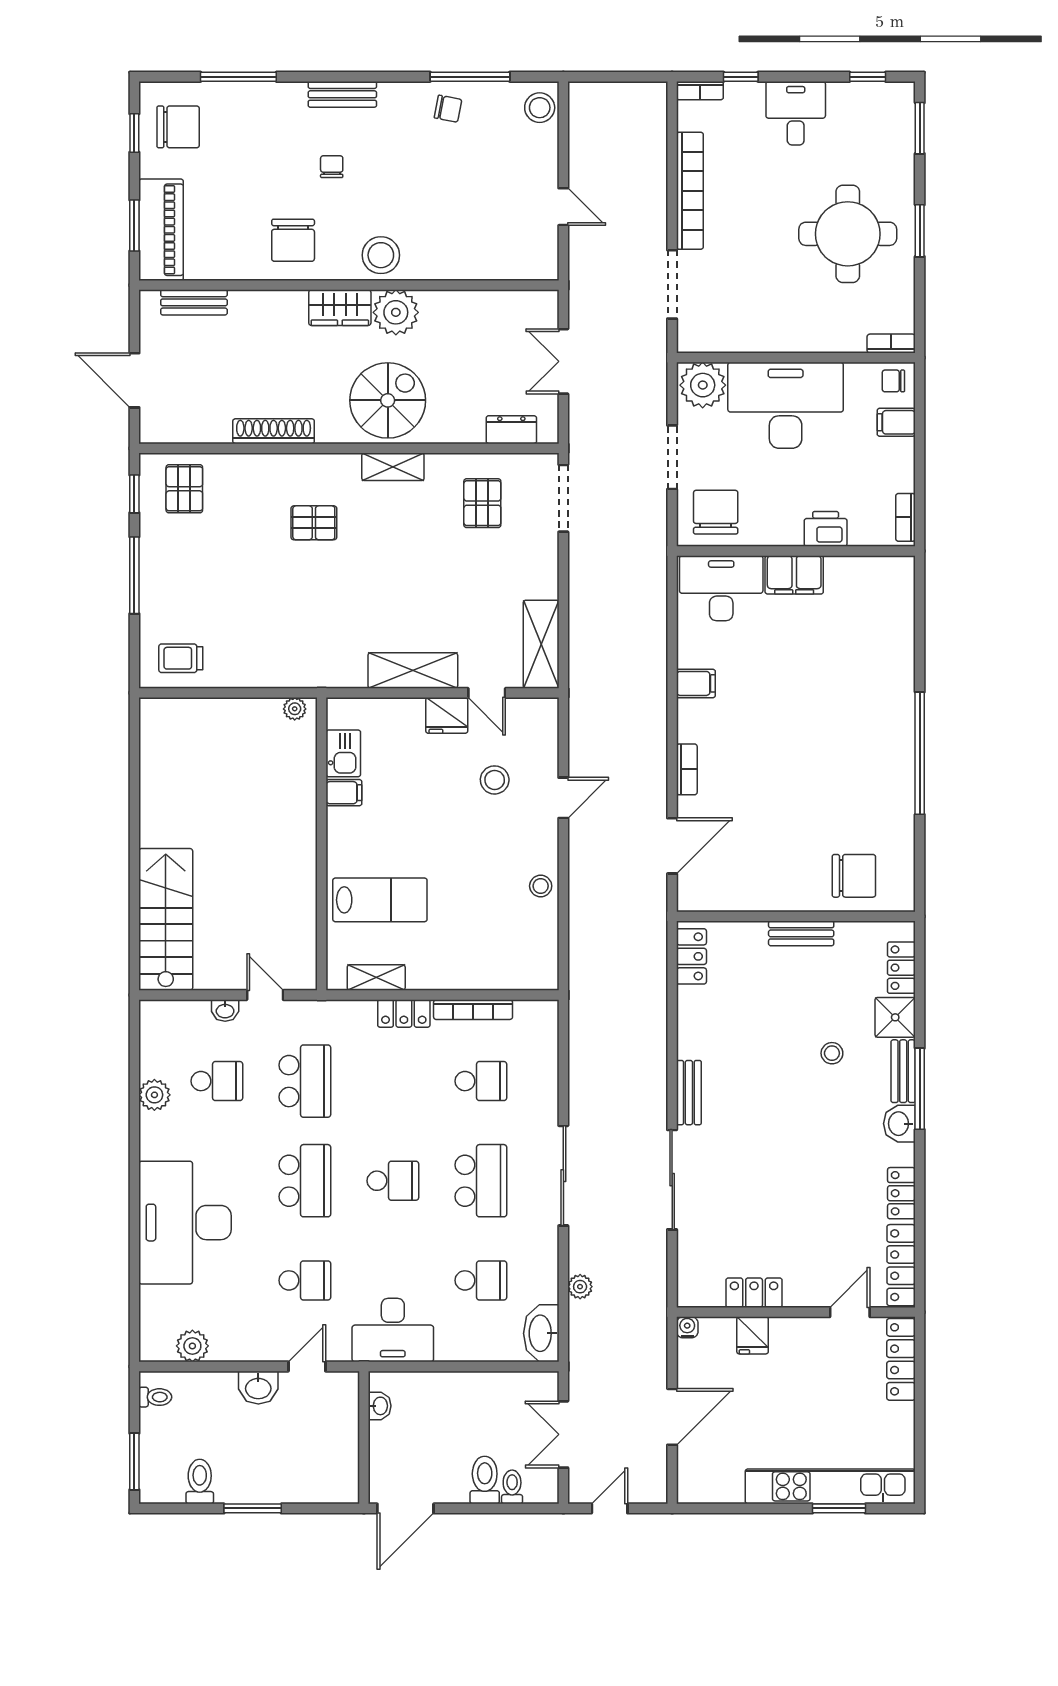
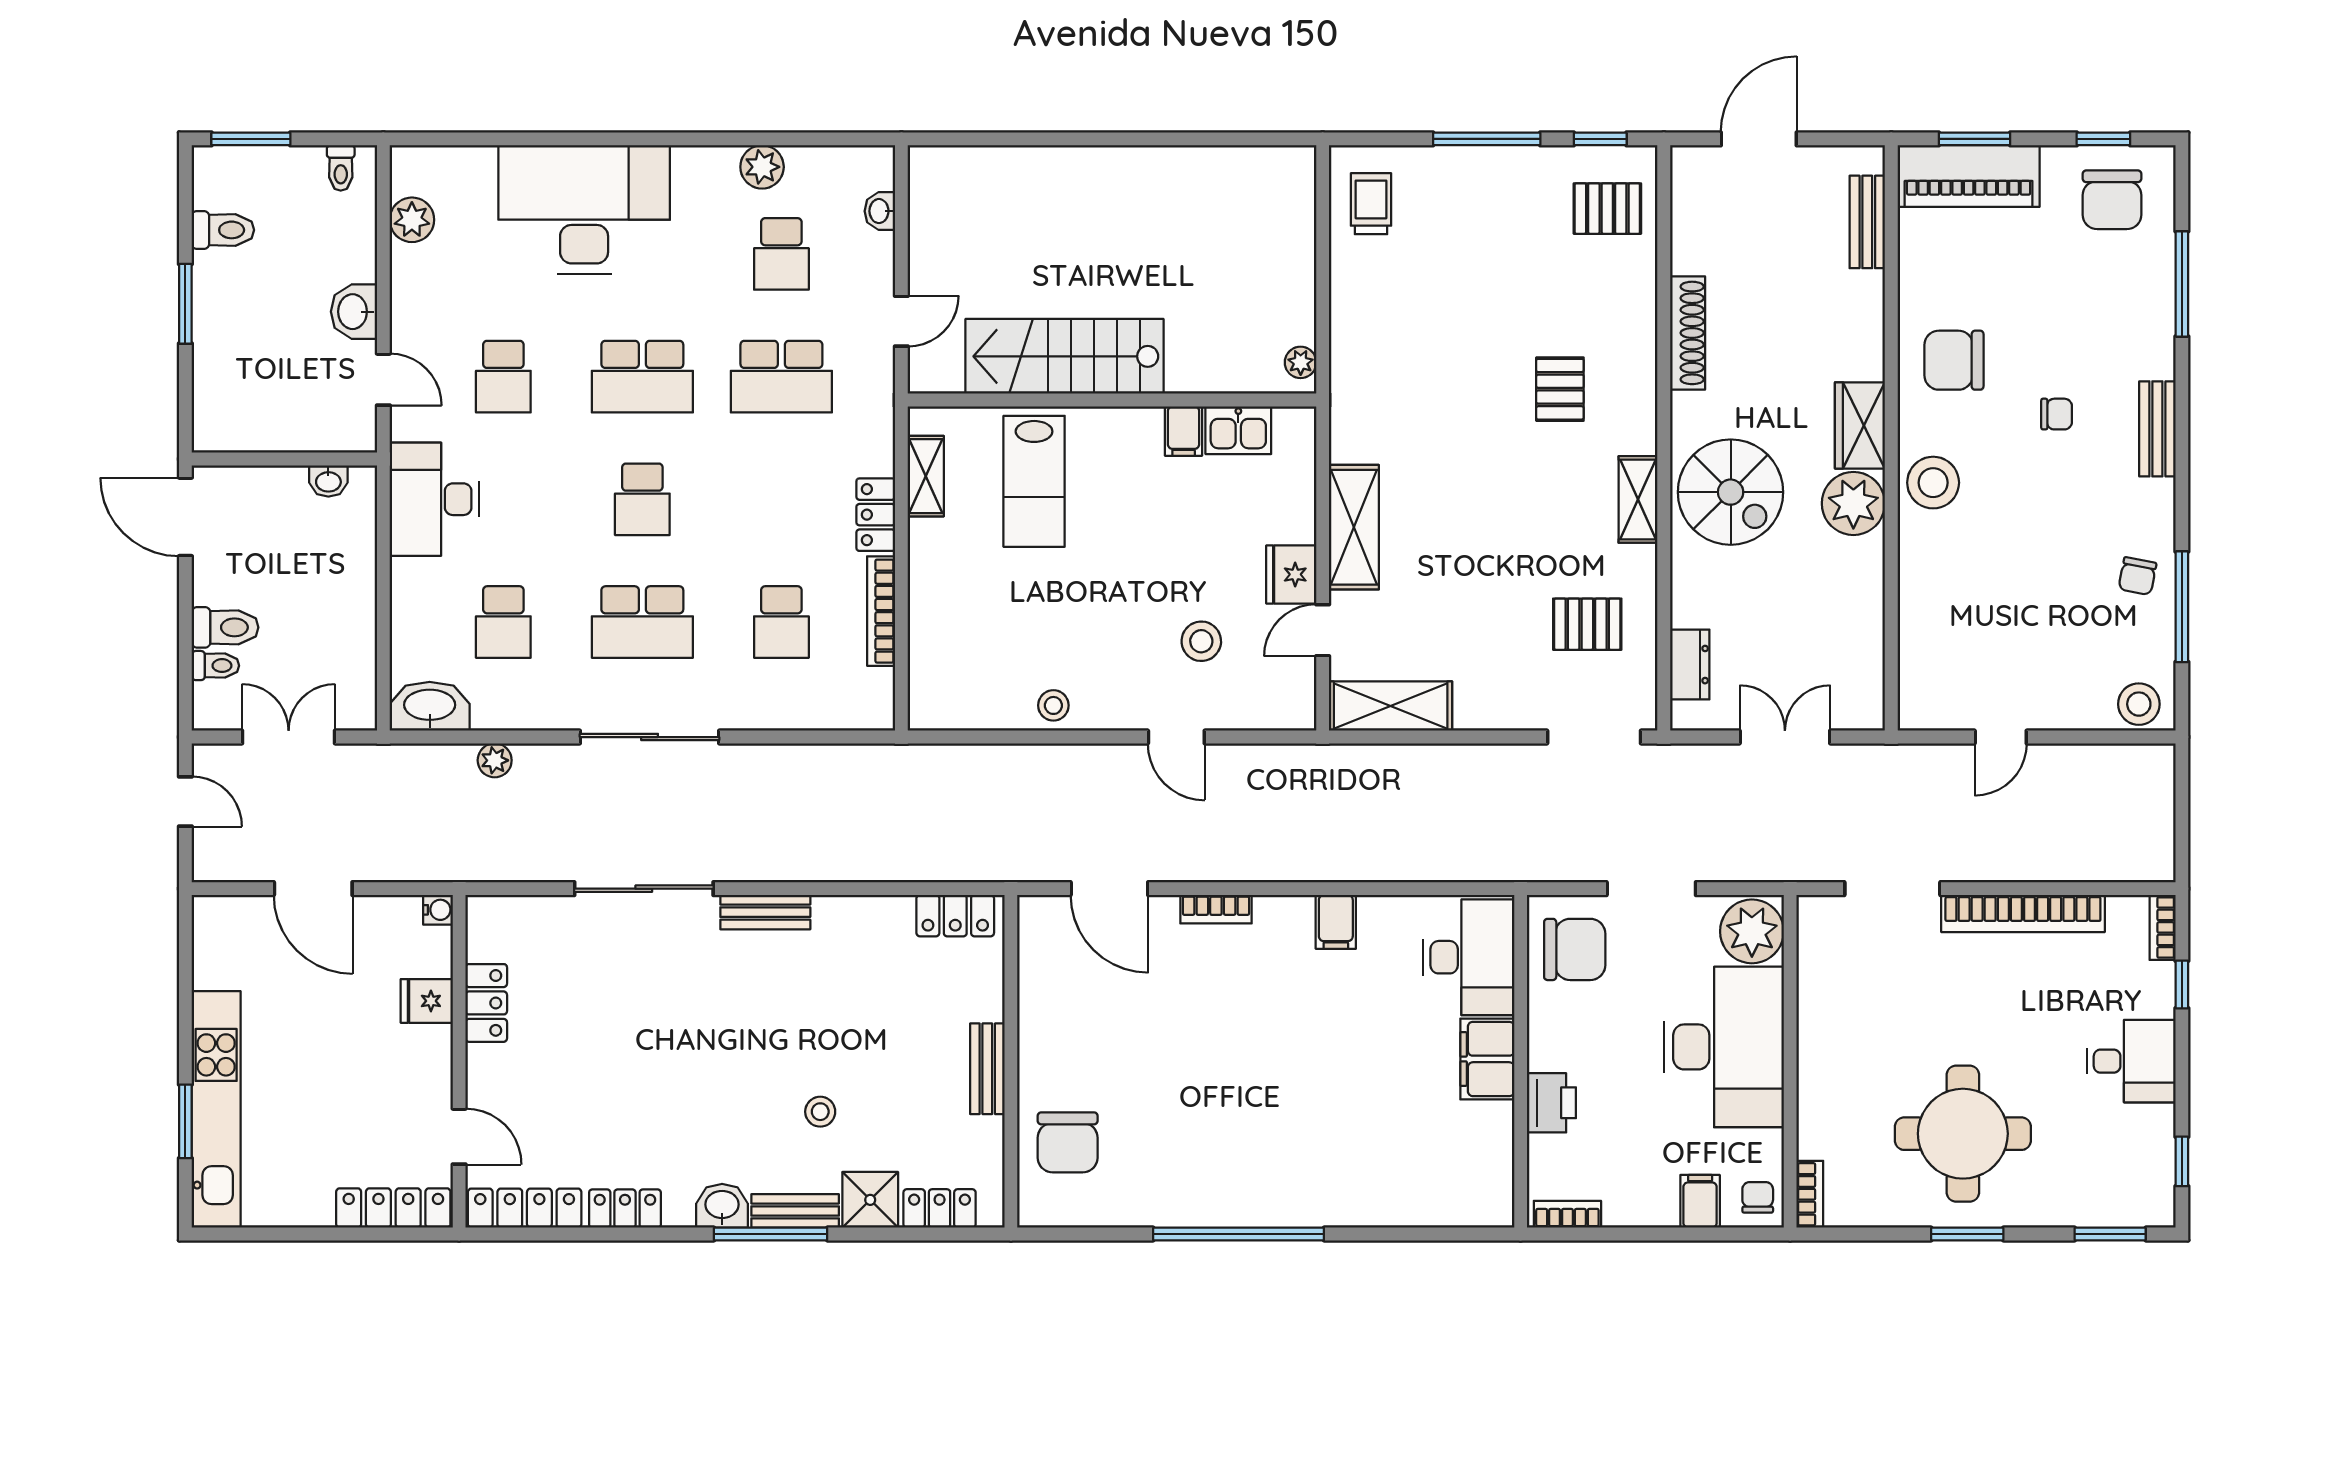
stairs: (166, 919) -> (1064, 356), moved, turned 180
washbasin: (225, 1010) -> (880, 211), moved

